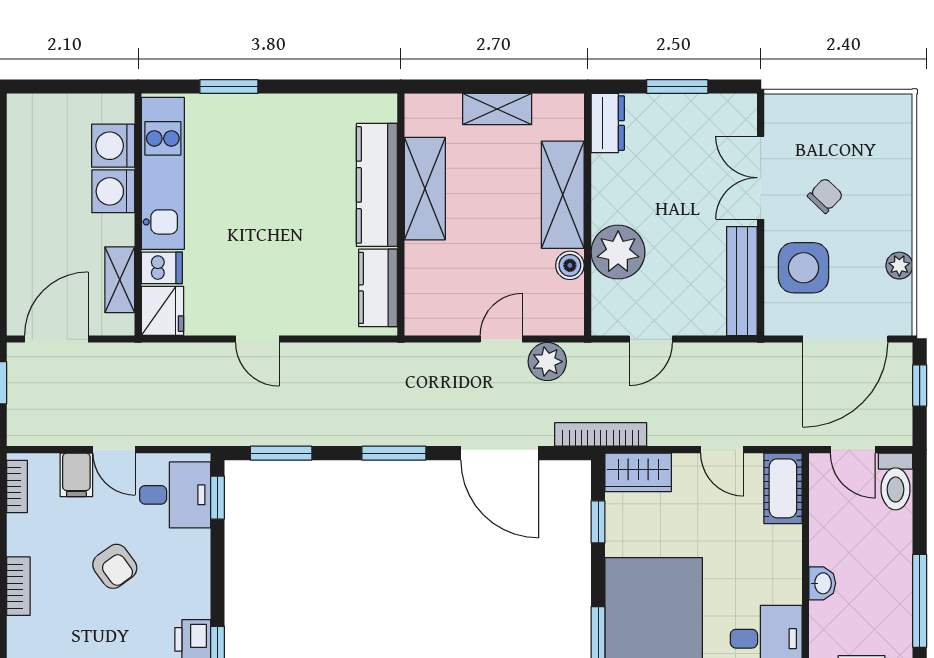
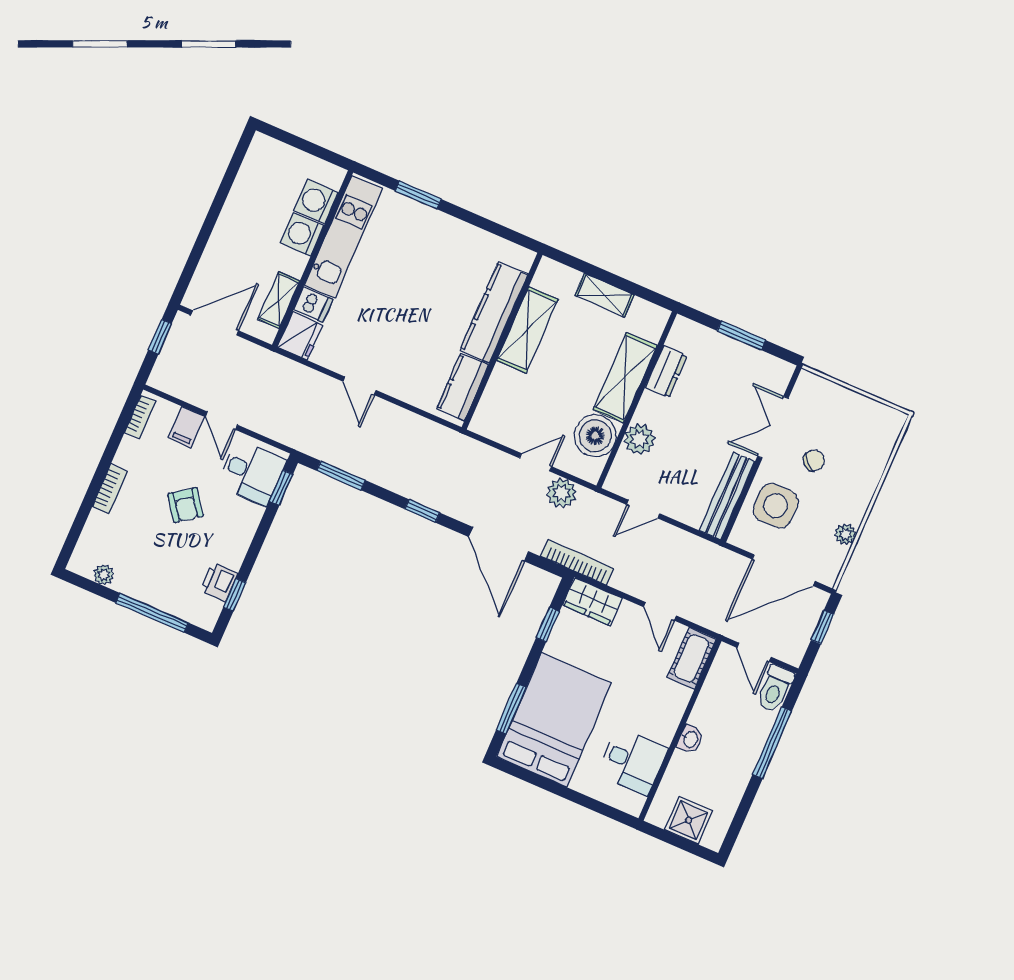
dresser: (608, 123) -> (666, 372), moved
plant: (618, 252) -> (639, 439), width x0.73, depth x0.73
boiler: (570, 265) -> (595, 436), width x1.86, depth x1.86
window: (394, 453) -> (422, 511), width x0.67
window: (920, 601) -> (772, 743), moved

